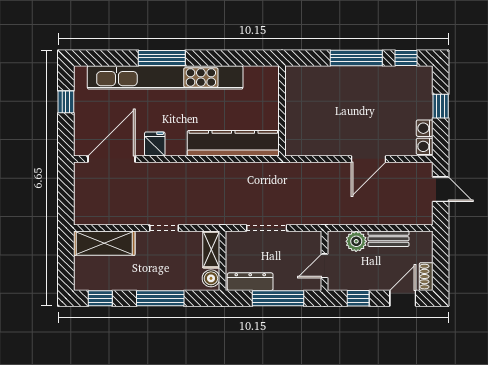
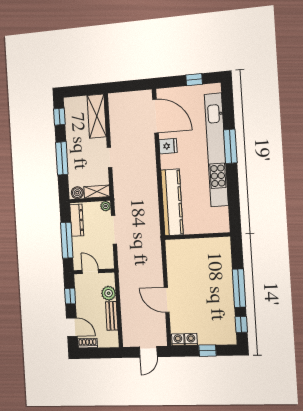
plant: (233, 238) -> (106, 206), added

